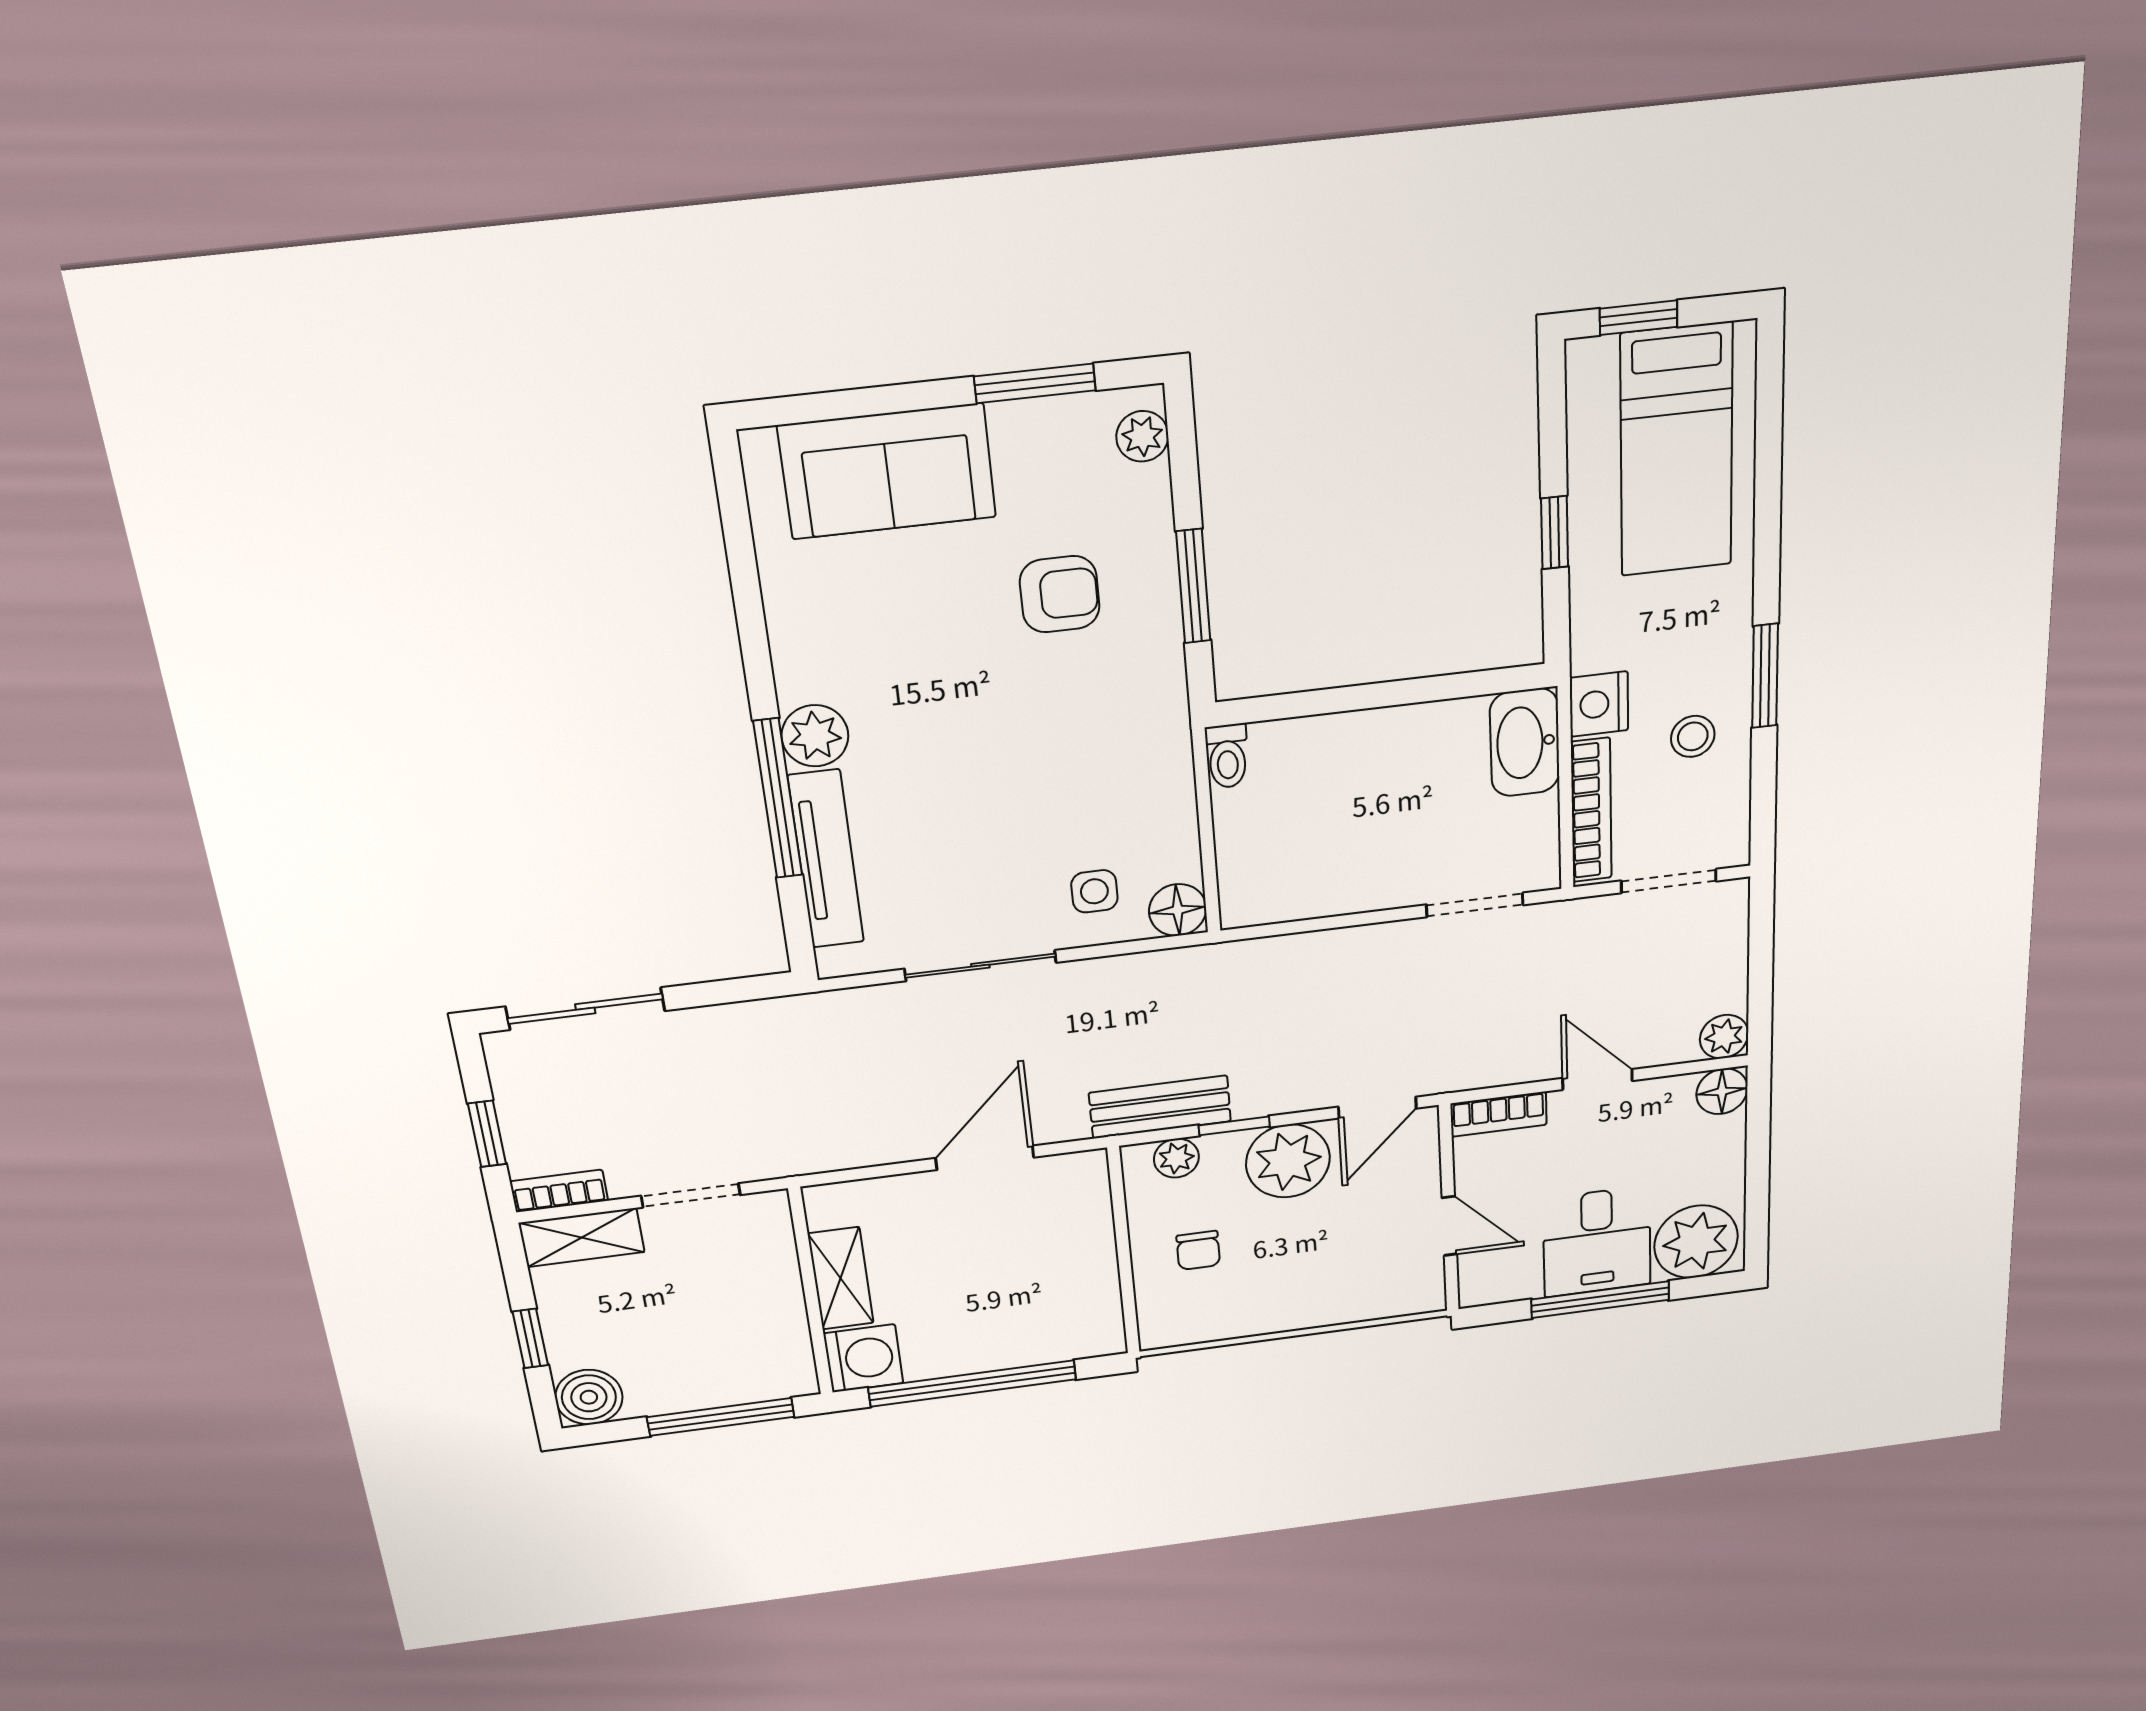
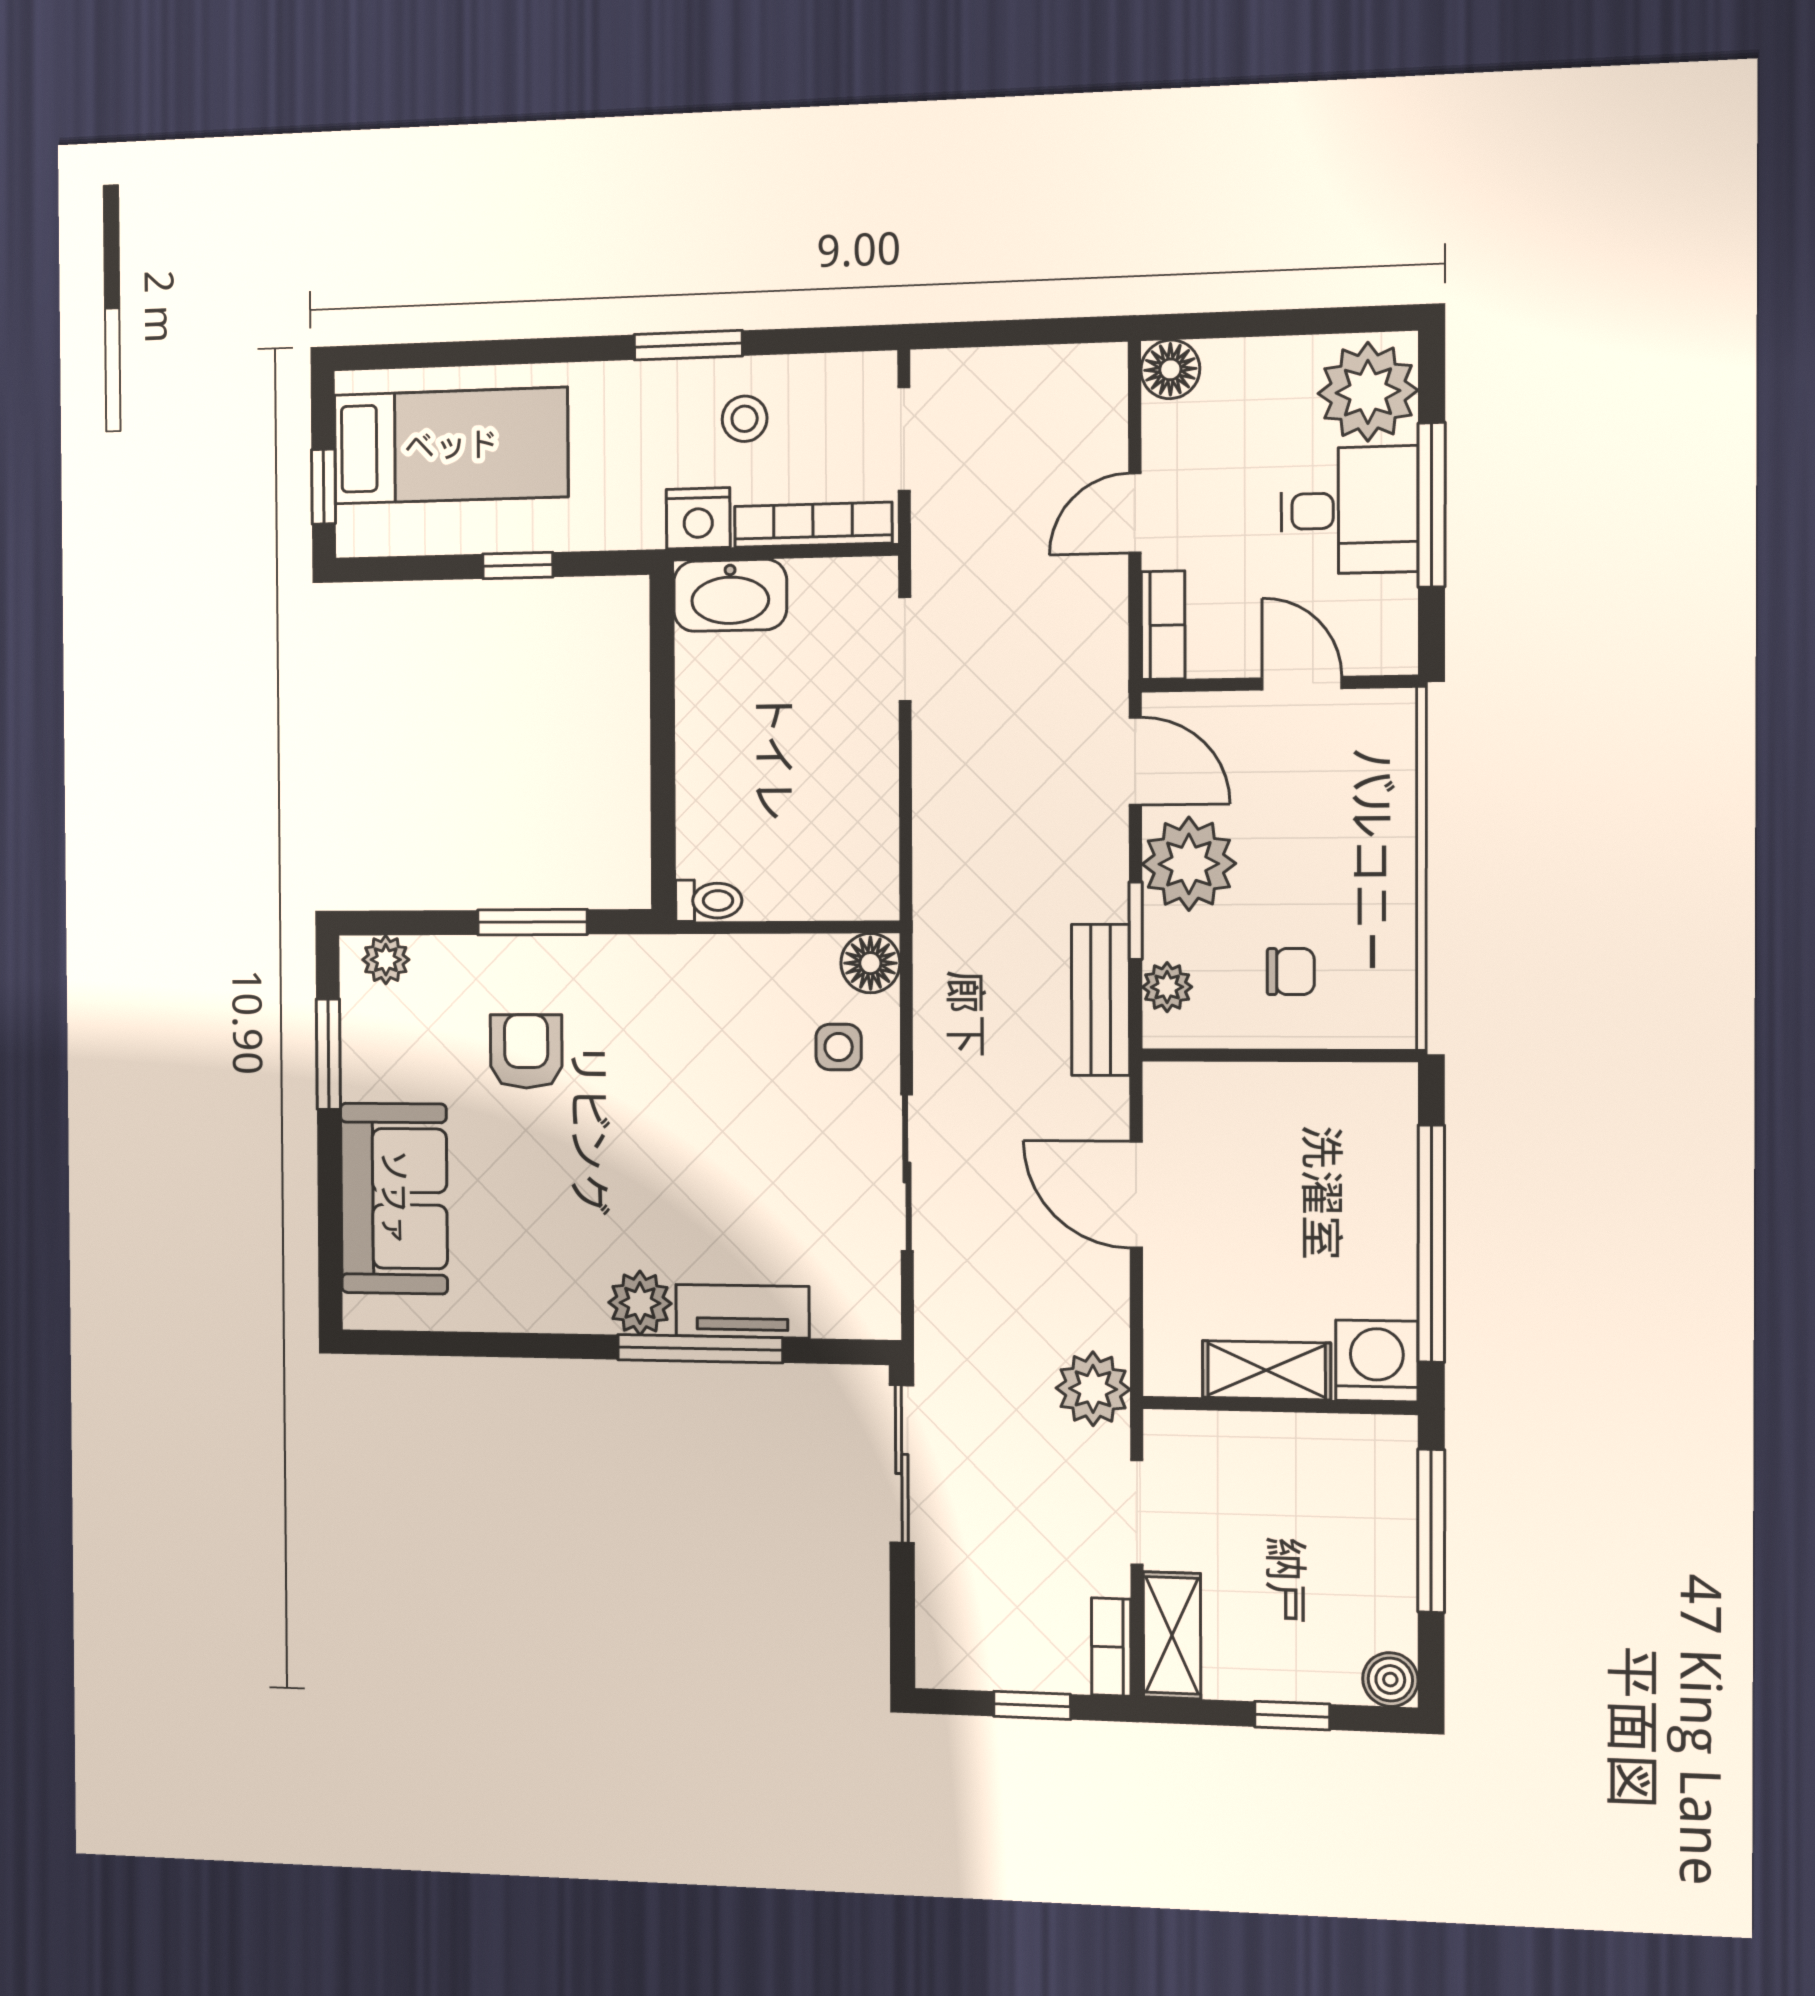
tv unit: (826, 859) -> (742, 1311), width x0.71
sliding door: (585, 1009) -> (902, 1464), moved
plant: (1724, 1037) -> (1093, 1389), moved, width x1.38, depth x1.38
door: (1449, 1226) -> (1302, 683), hinge flipped
boiler: (589, 1397) -> (1390, 1680), width x0.73, depth x0.73

